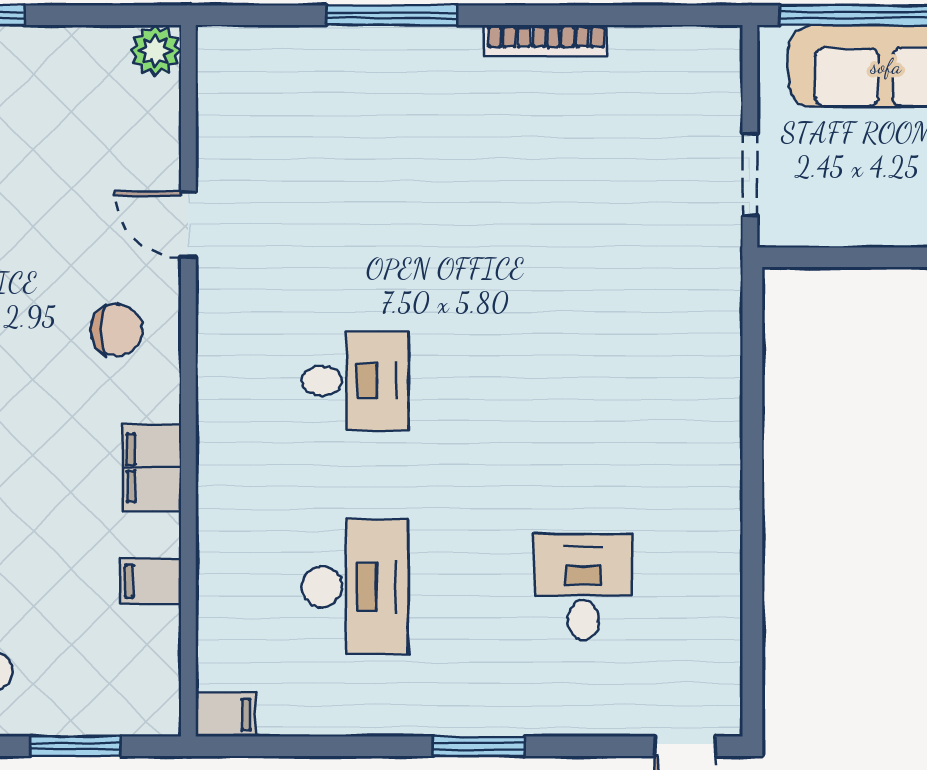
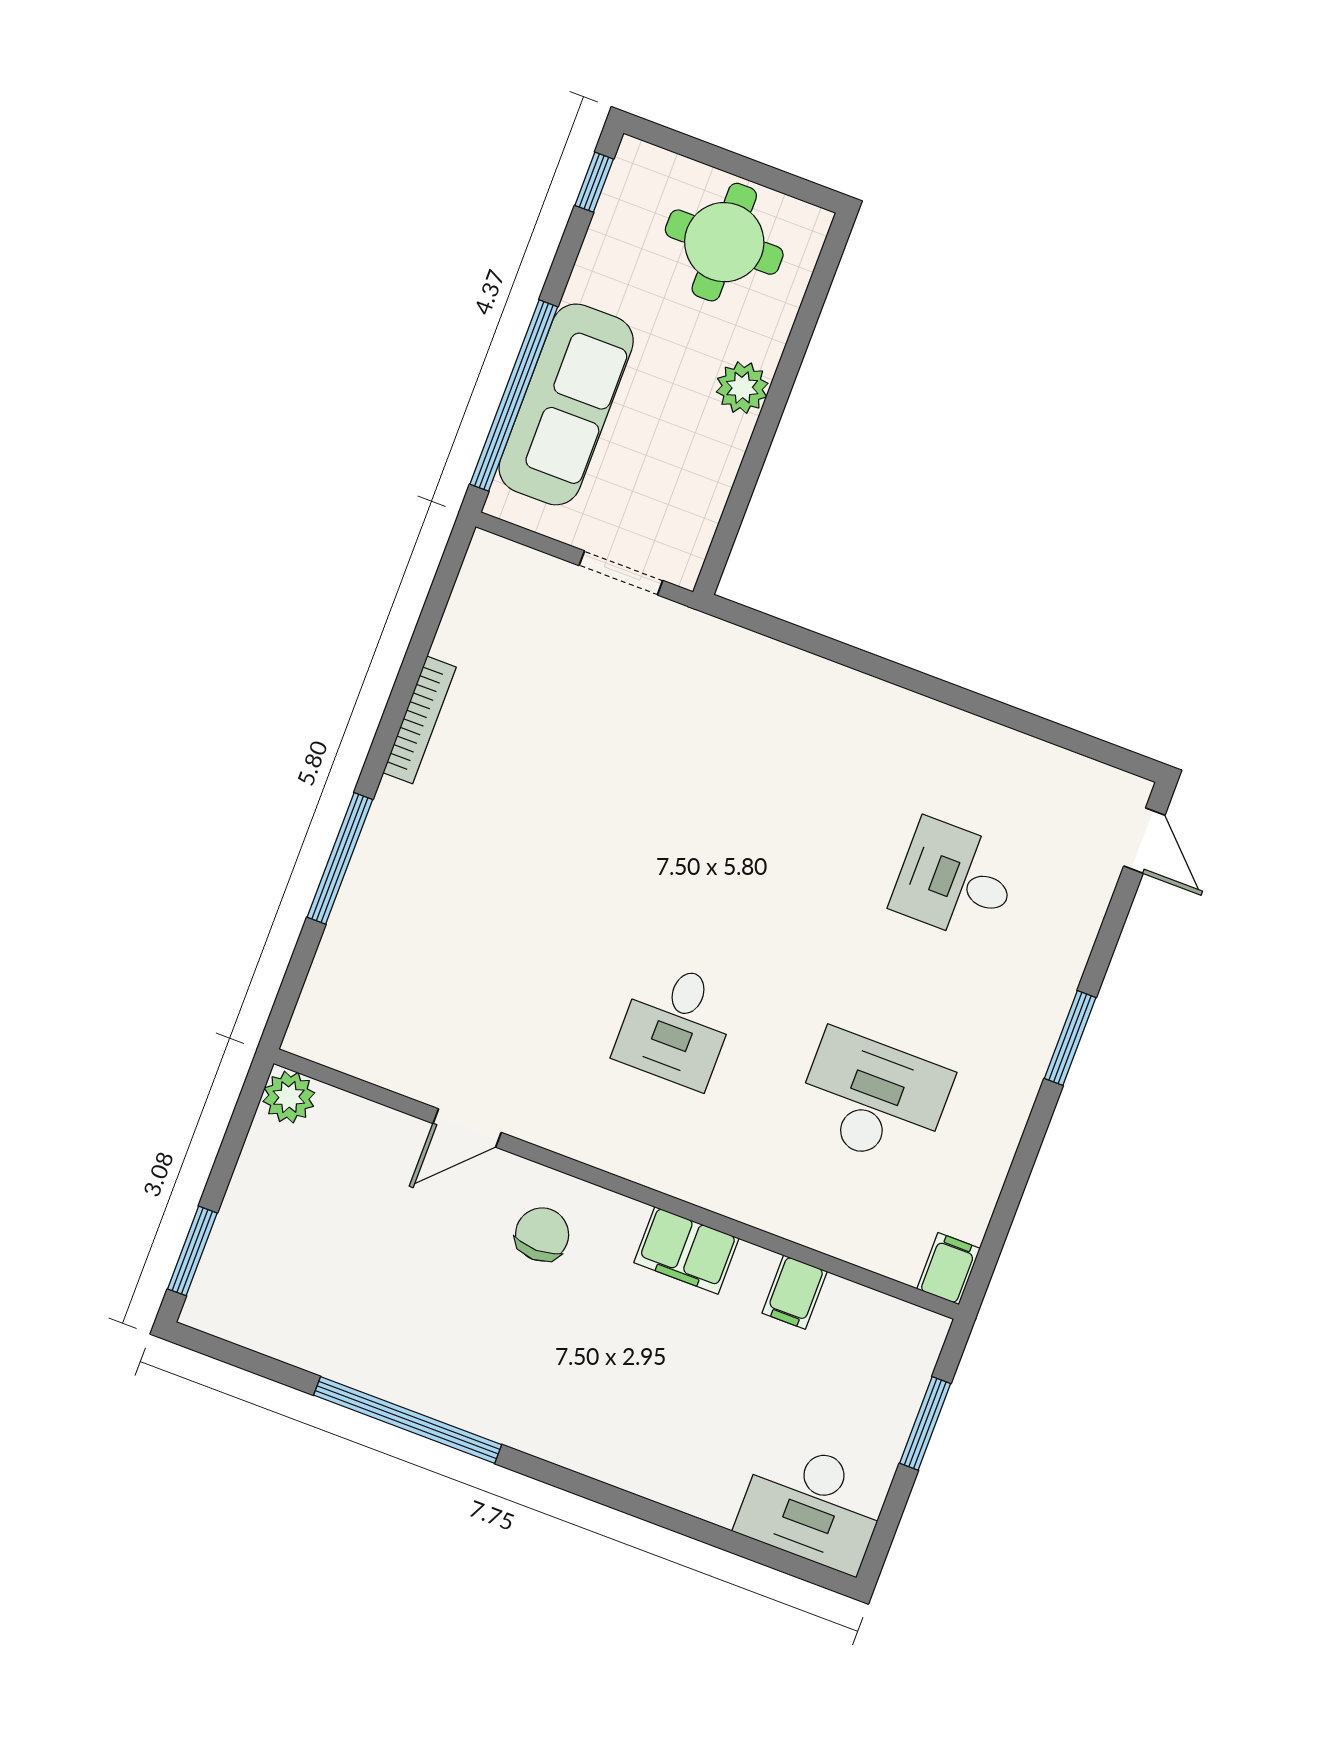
desk: (355, 381) -> (676, 1025), turned 180

